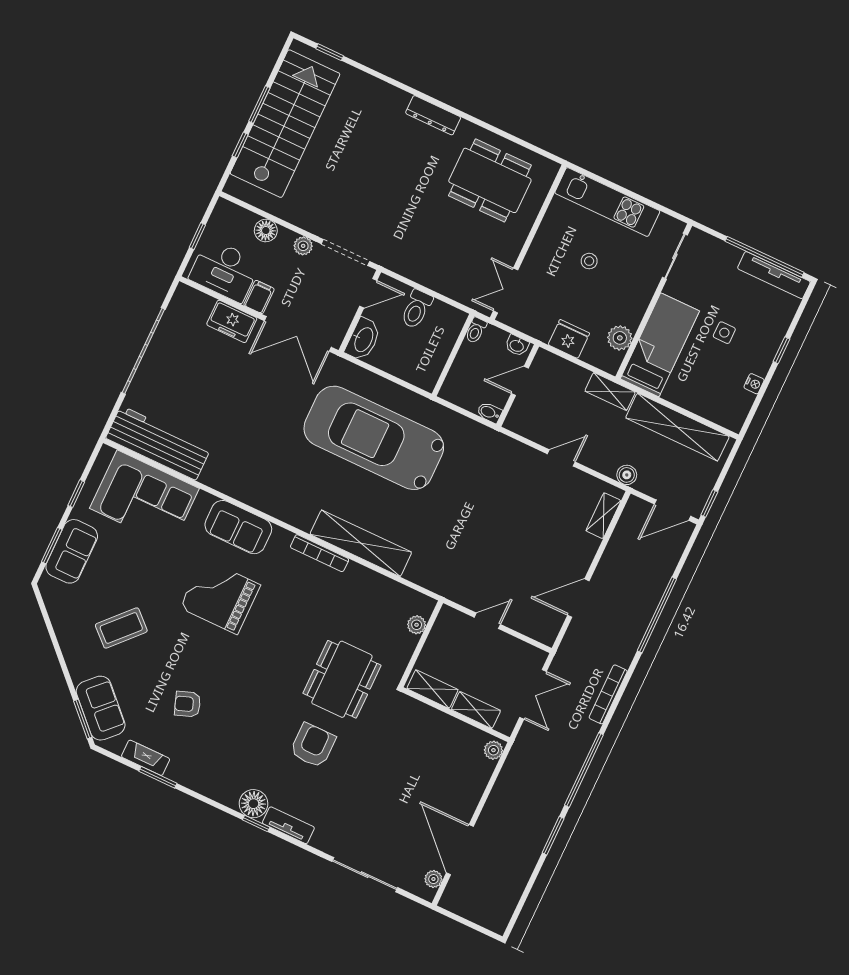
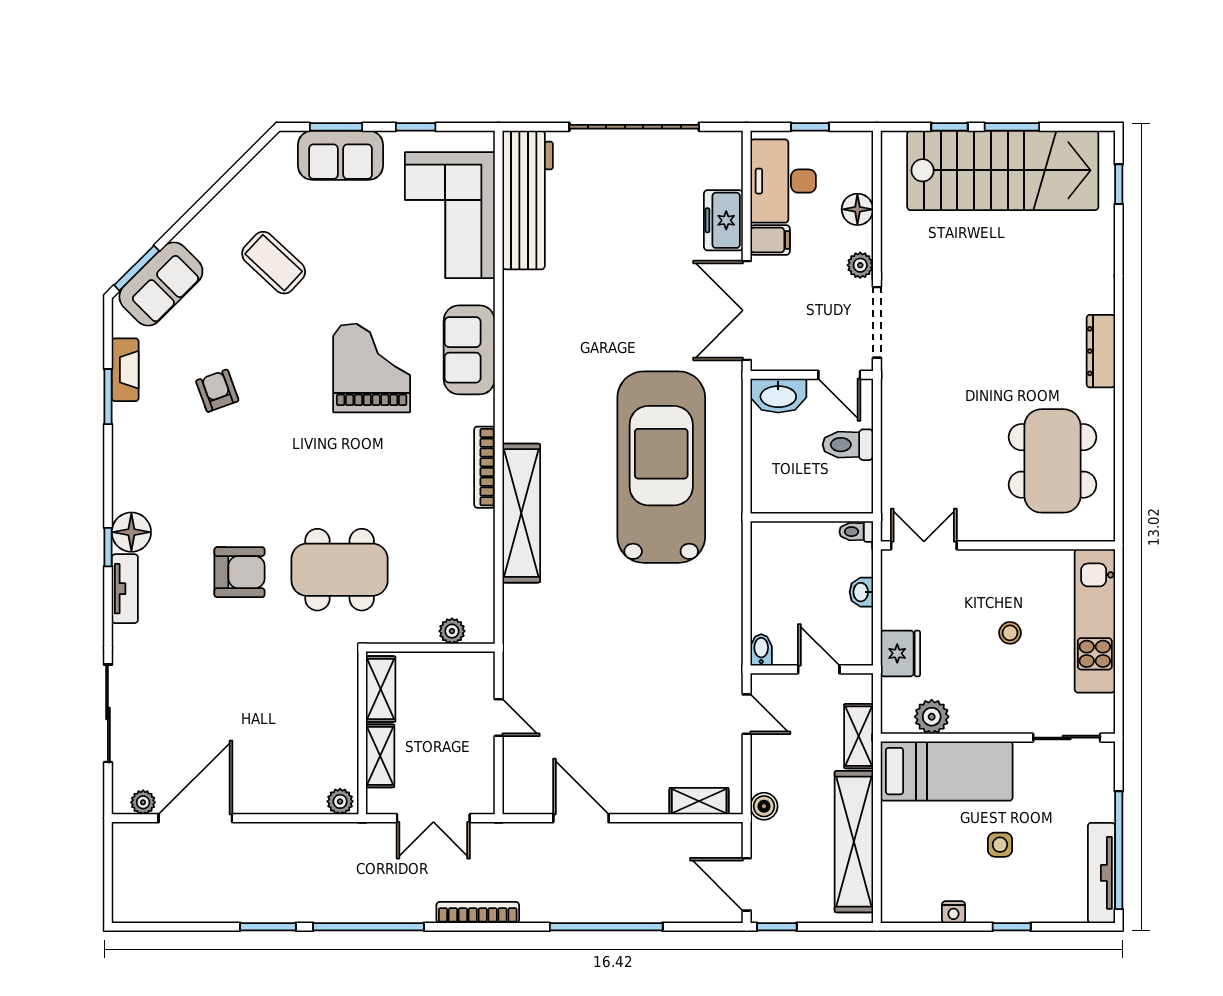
door: (520, 381) -> (819, 669), moved
wall: (518, 385) -> (812, 669), moved
bidet: (489, 412) -> (761, 650), moved

